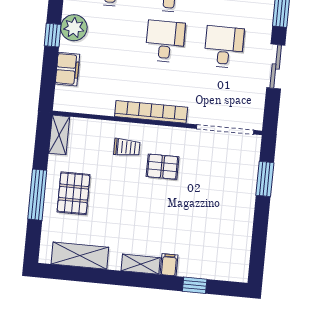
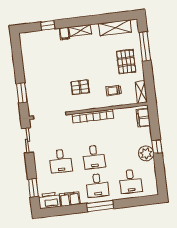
sliding door: (276, 67) -> (28, 140), moved
filing cabinet: (67, 69) -> (143, 118), moved
trolley: (127, 147) -> (114, 91), moved
window: (37, 195) -> (145, 46), moved

